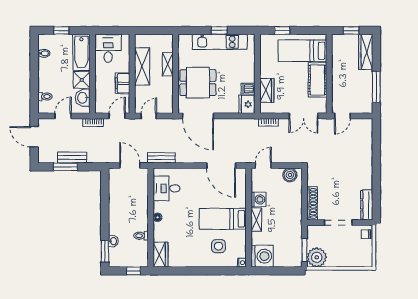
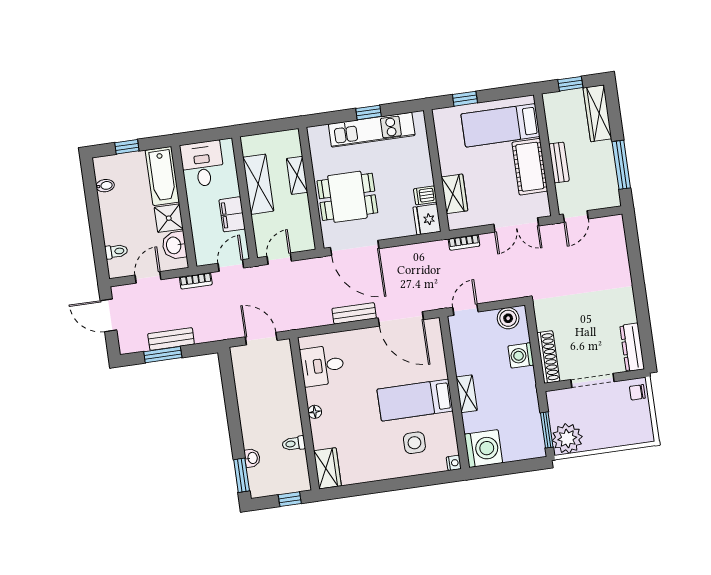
bench: (337, 80) -> (559, 163), added
bench: (161, 158) -> (354, 313), moved
washing machine: (258, 199) -> (521, 355), moved, turned 180

